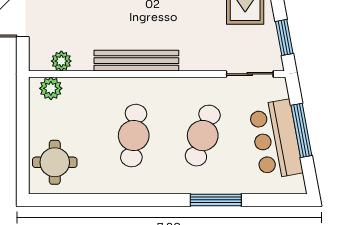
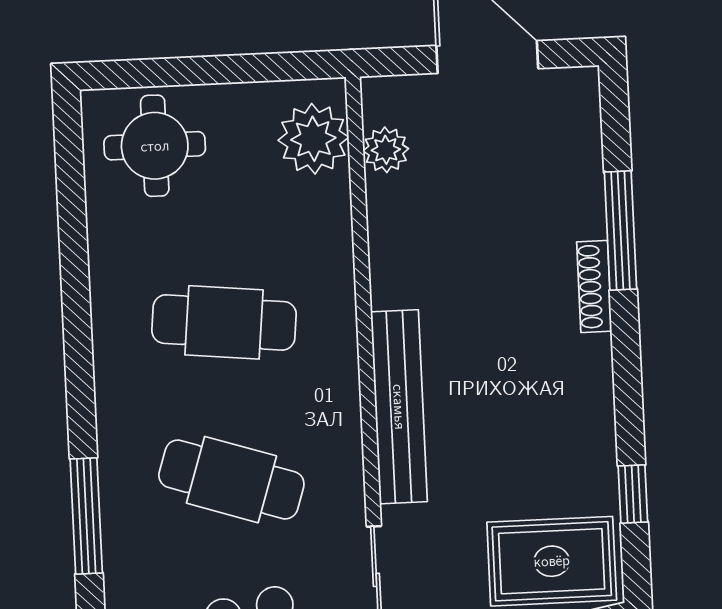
bench: (136, 61) -> (399, 407), moved
plant: (51, 88) -> (313, 139), width x1.36, depth x1.36

